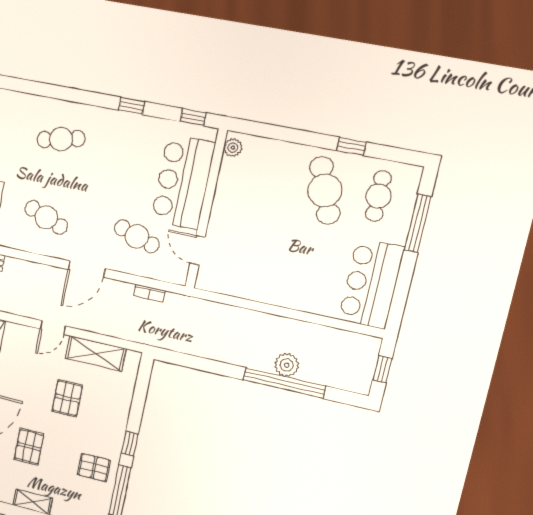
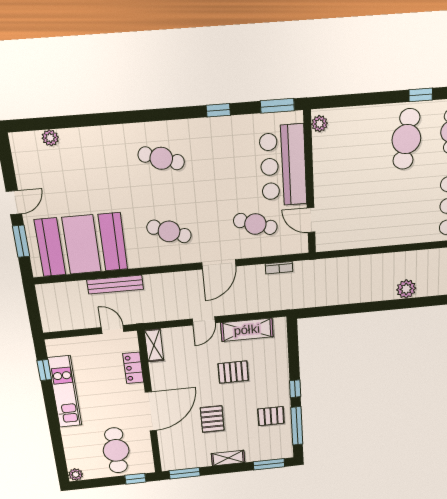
window: (193, 117) -> (277, 106), width x1.50
cafe table: (61, 139) -> (161, 158), turned 30
cafe table: (325, 190) -> (406, 139), turned 30
window: (284, 383) -> (407, 303), removed
pallet: (67, 398) -> (233, 372), turned 90

